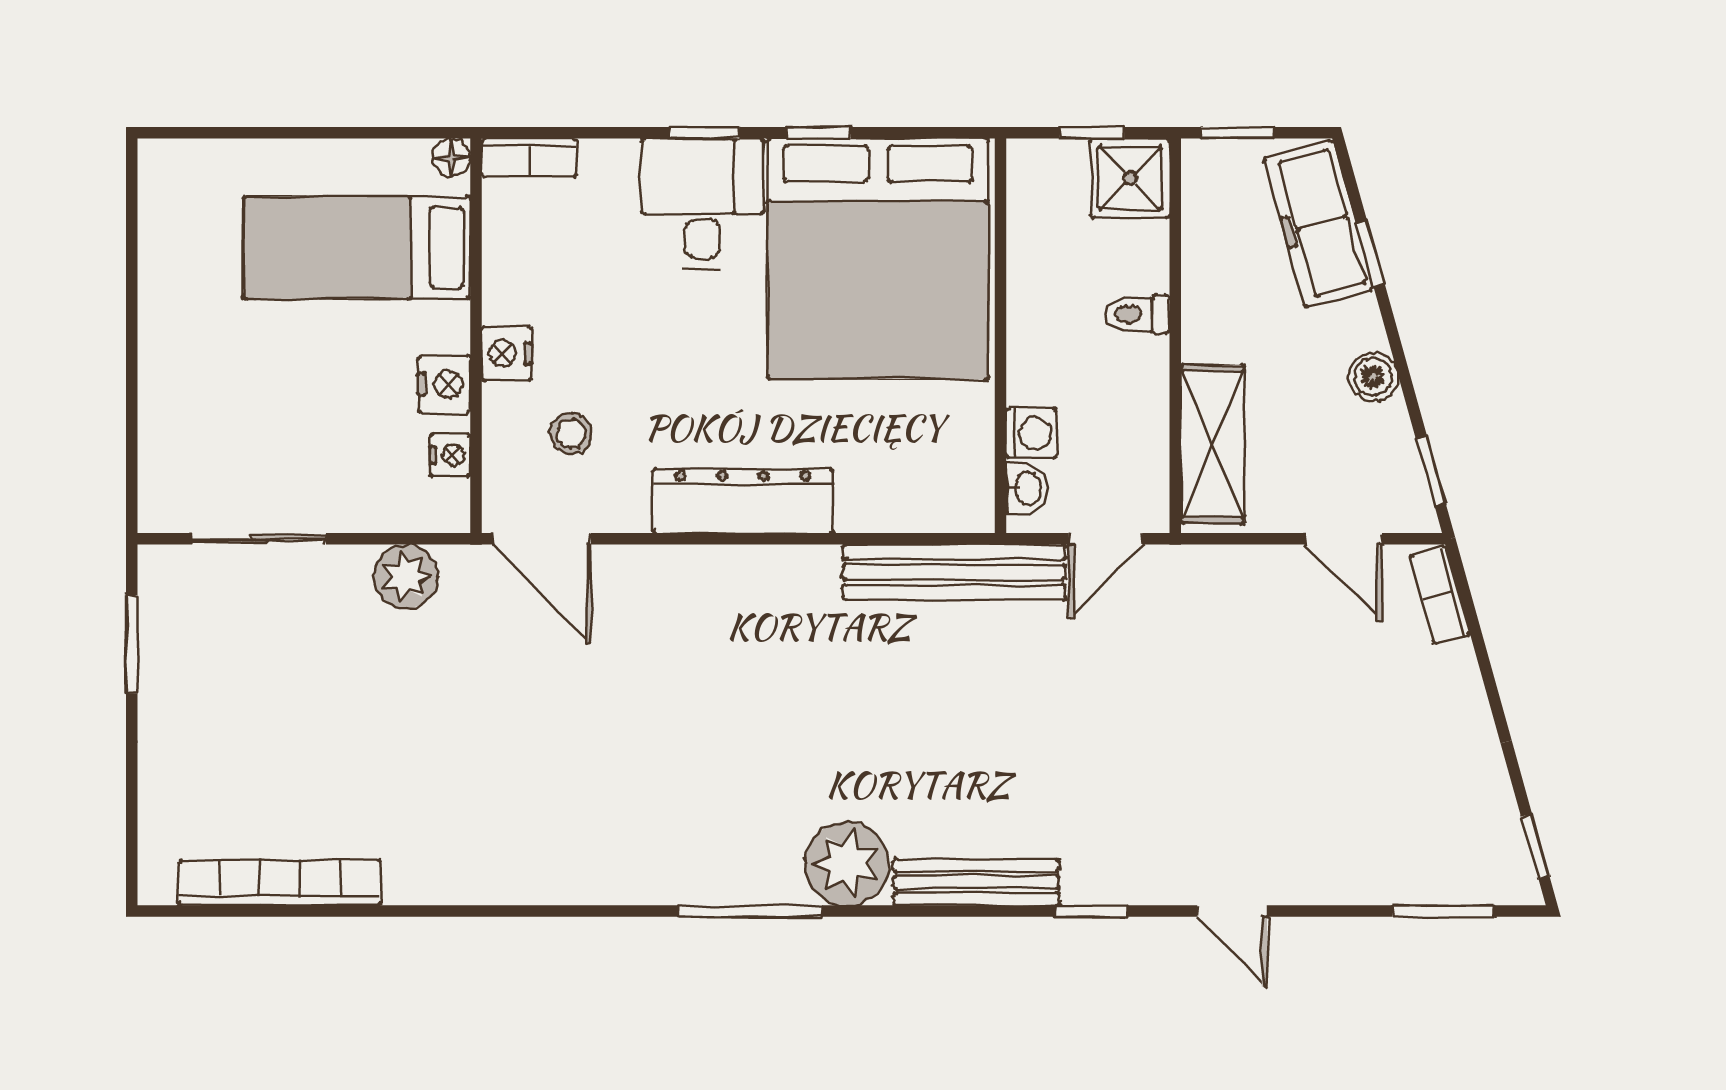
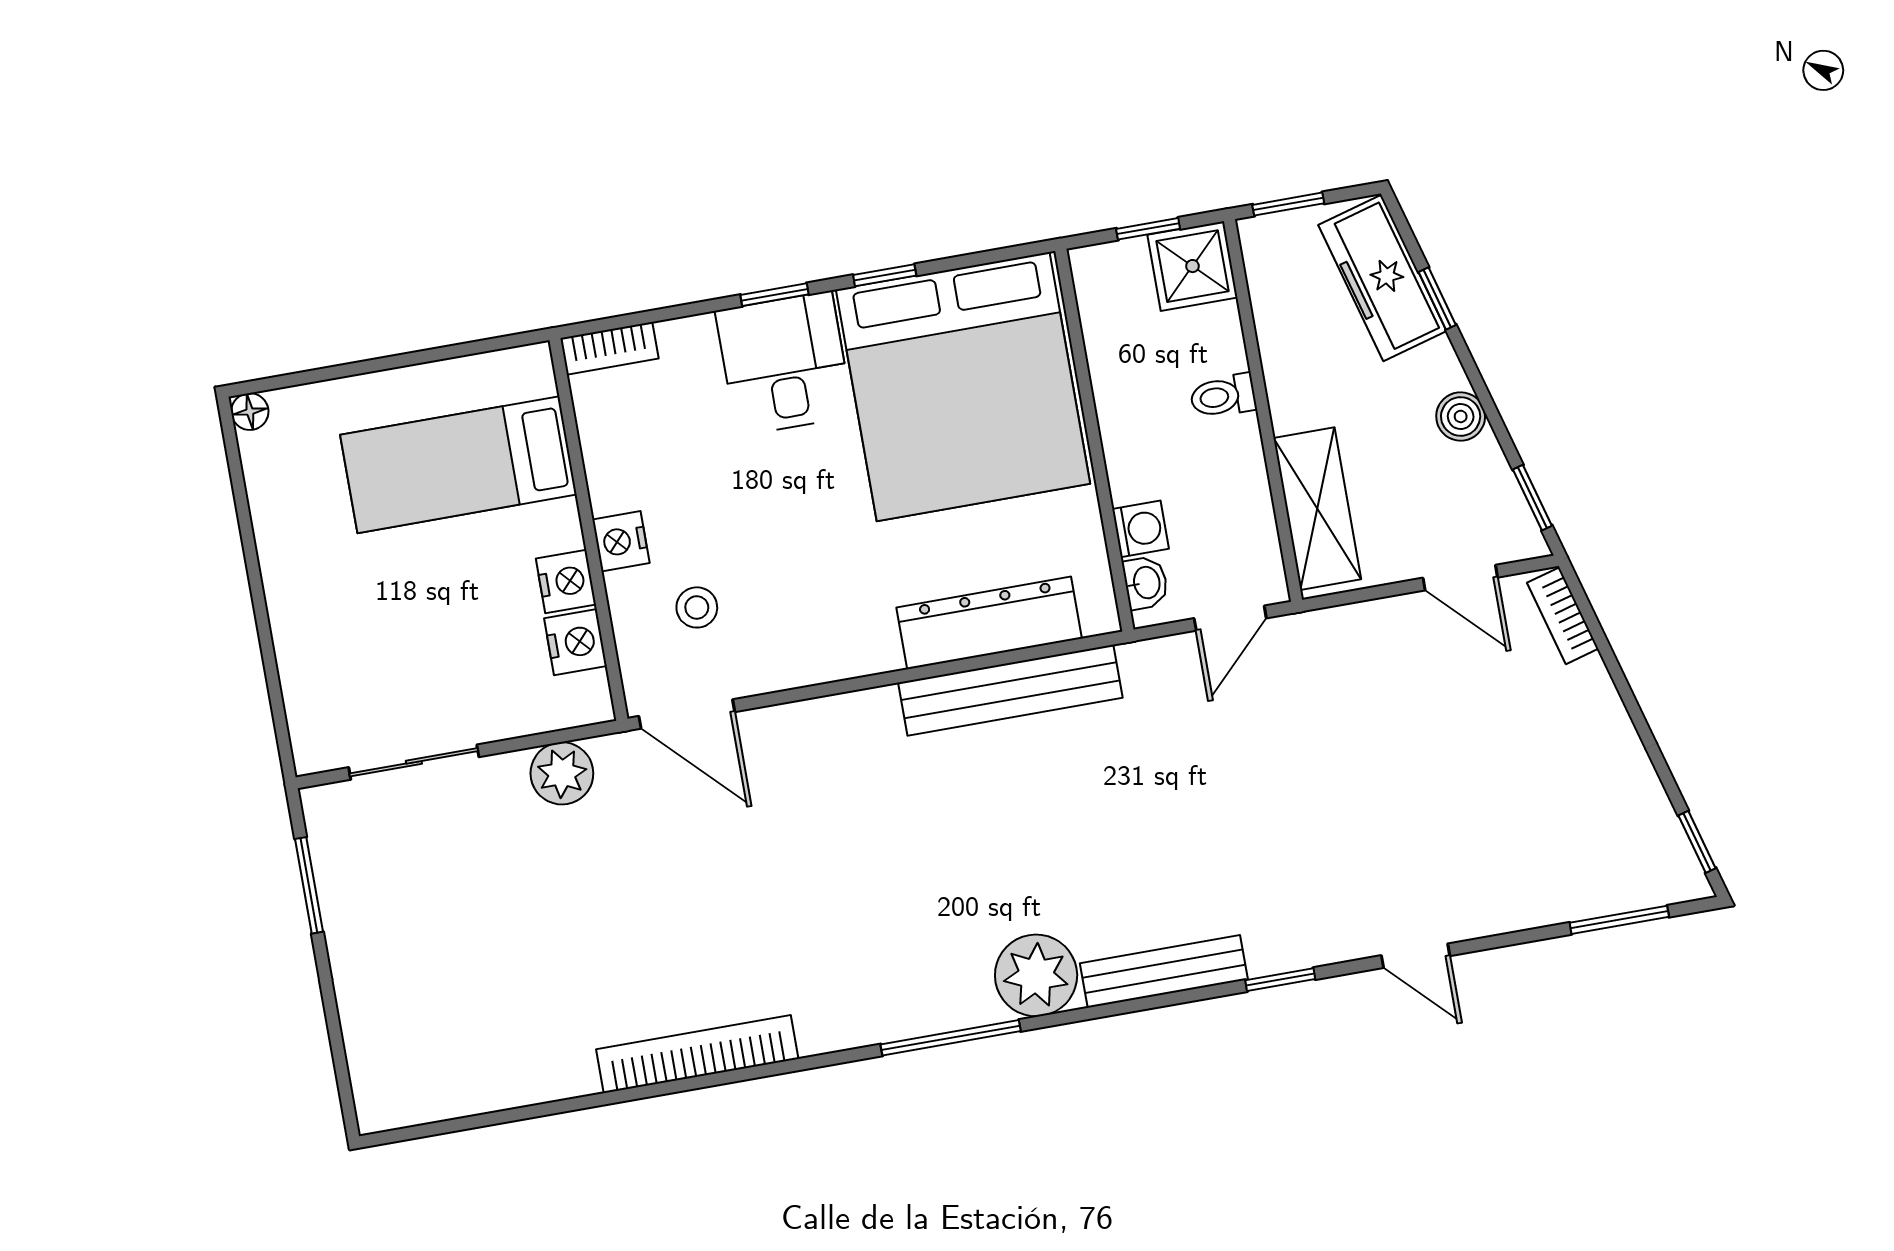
floor lamp: (451, 157) -> (250, 412), moved
nightstand: (450, 455) -> (576, 642), width x1.39, depth x1.35
dresser: (743, 501) -> (989, 623), moved
bench: (954, 572) -> (1010, 690), moved
bookcase: (279, 883) -> (697, 1054), moved

